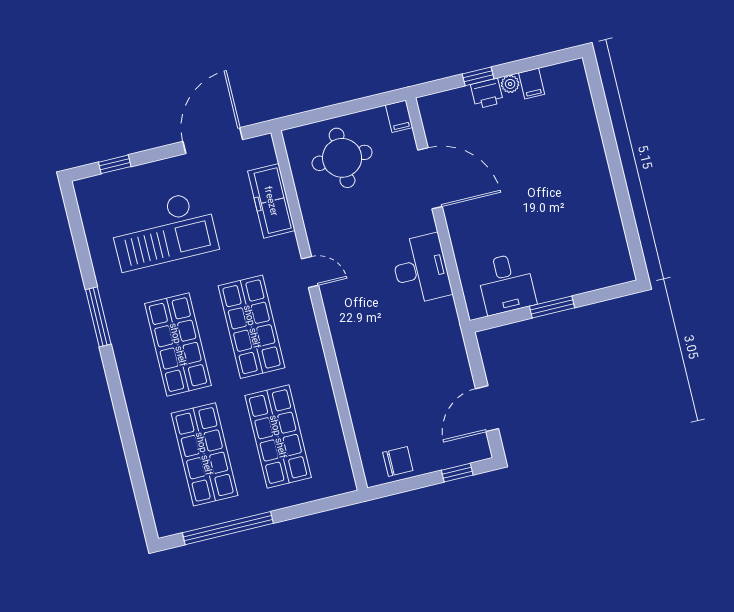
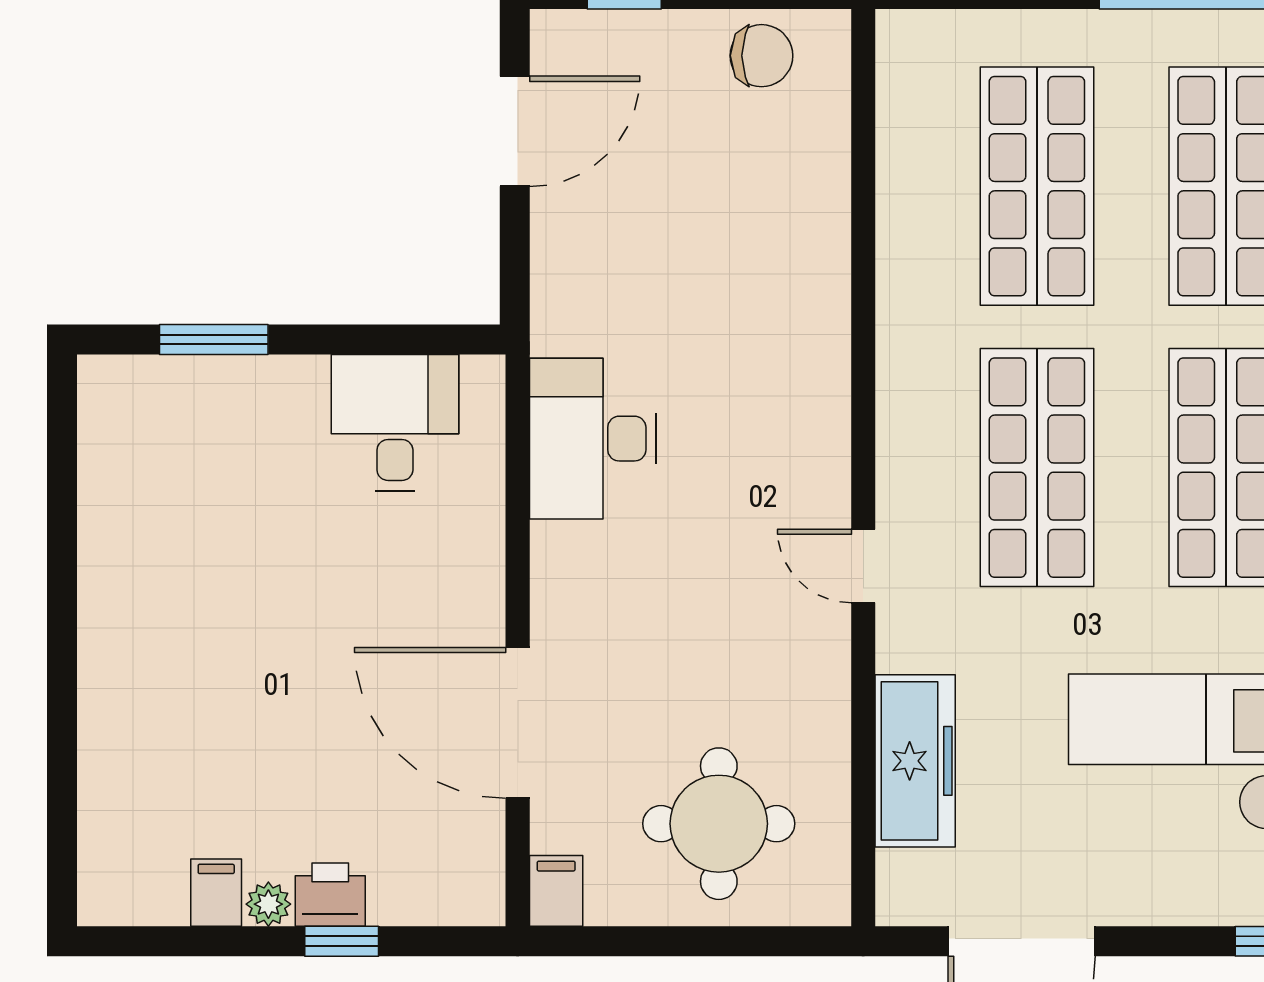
desk: (421, 269) -> (593, 439), moved
window: (552, 307) -> (214, 340), moved
chair: (398, 461) -> (762, 56), turned 180

